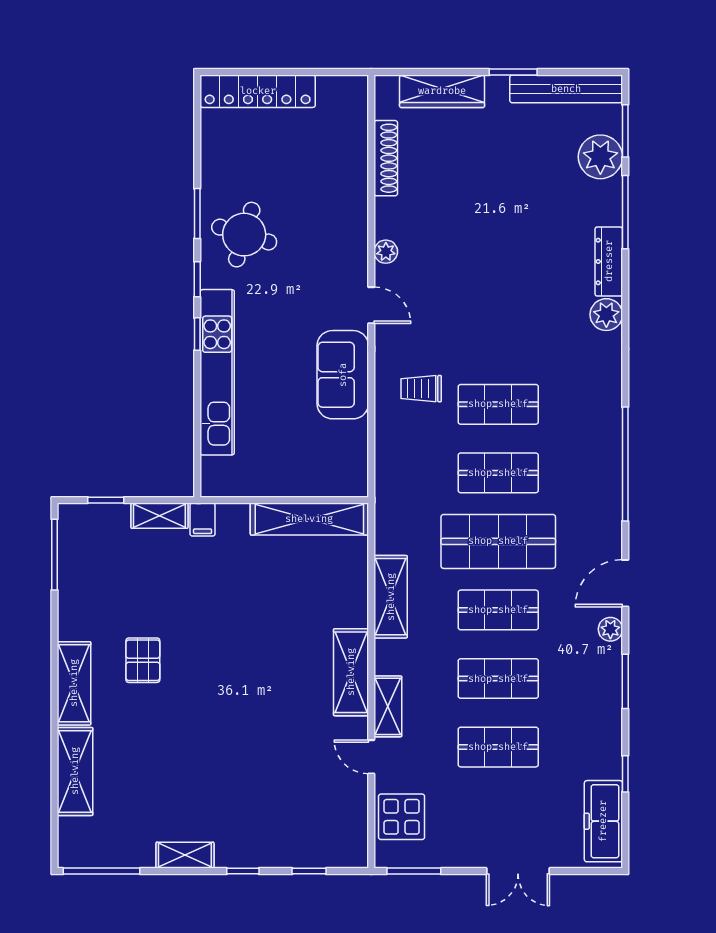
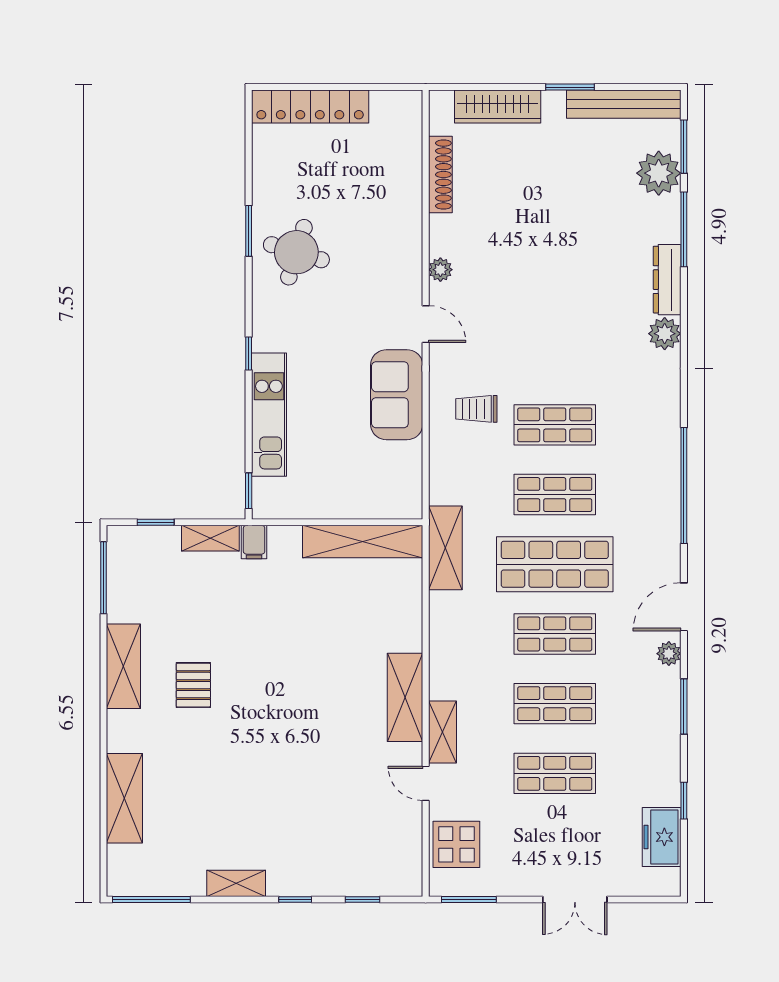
window: (197, 279) -> (249, 491), moved
kitchen unit: (217, 372) -> (269, 415), width x0.73
shelving: (391, 597) -> (445, 548), moved
shelving: (74, 683) -> (123, 666), moved
freezer: (603, 821) -> (662, 837), width x0.71

